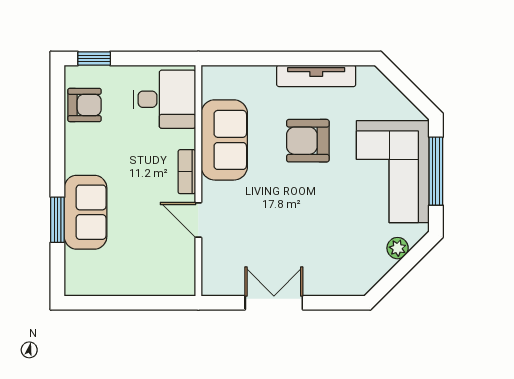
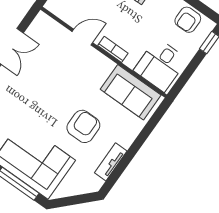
tv unit: (316, 76) -> (111, 162), width x0.71
sofa: (224, 140) -> (131, 92), moved

